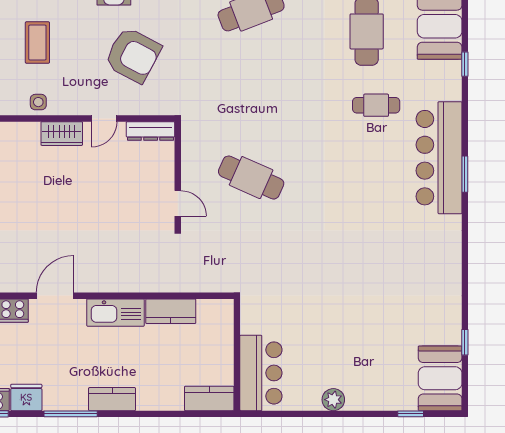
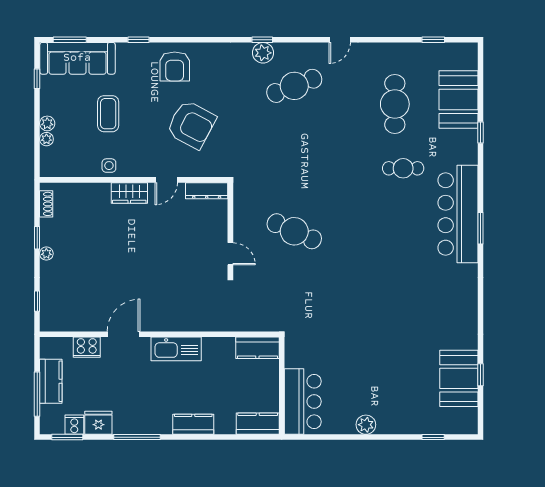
kitchen counter: (171, 311) -> (257, 348), moved
booth: (440, 378) -> (459, 378), moved
kitchen counter: (112, 399) -> (193, 424), moved

